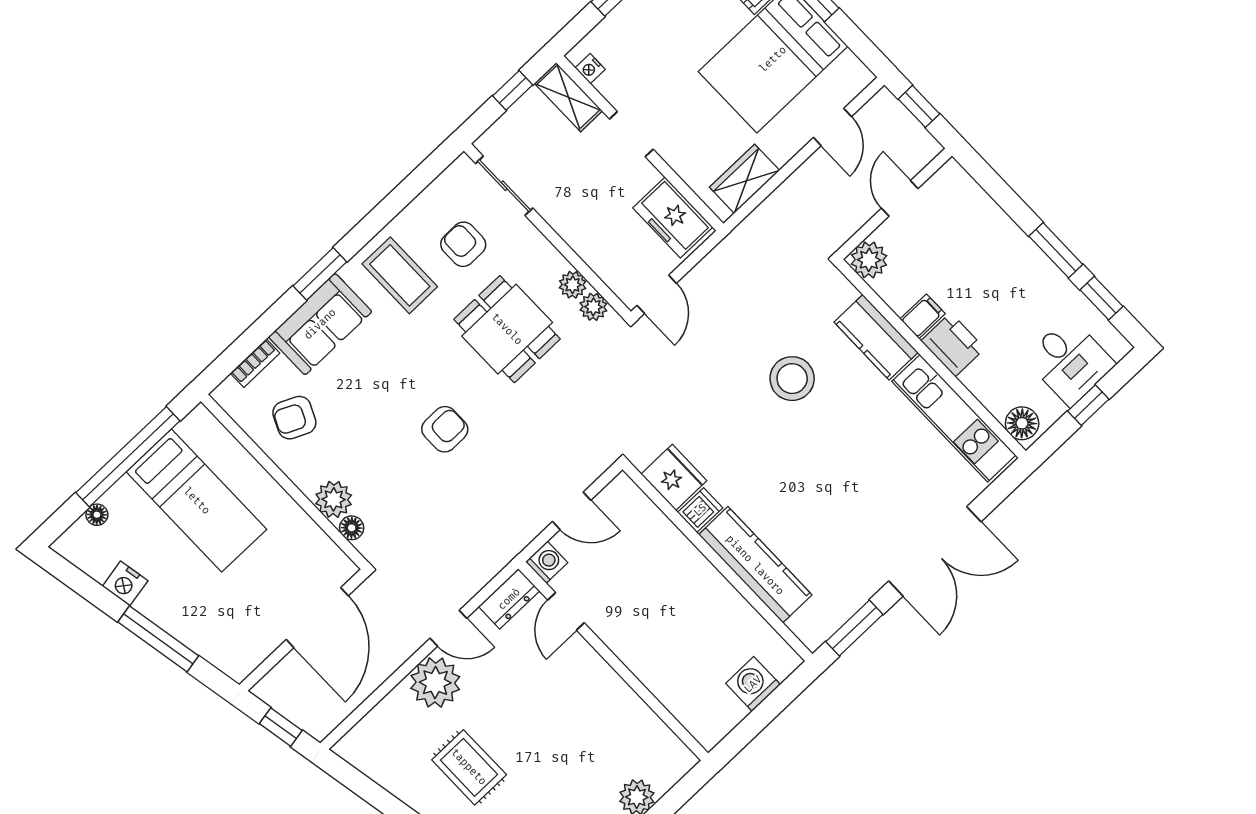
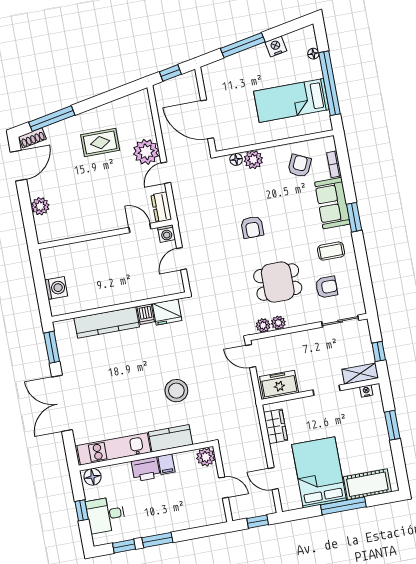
coffee table: (400, 275) -> (331, 251), width x0.73, depth x0.77

